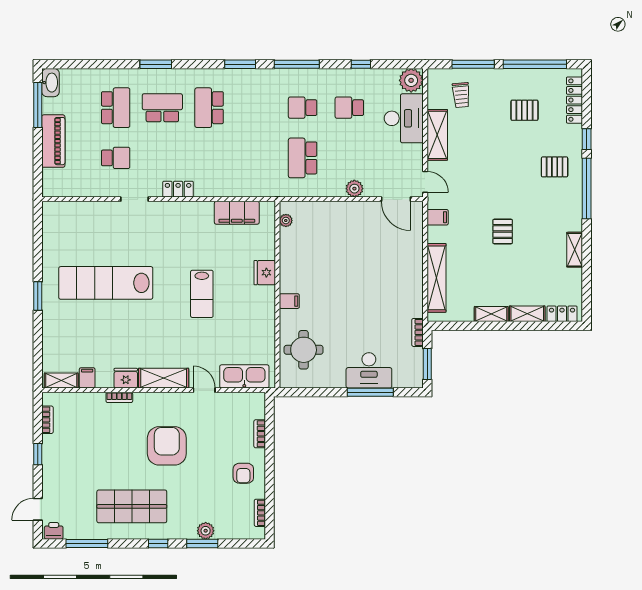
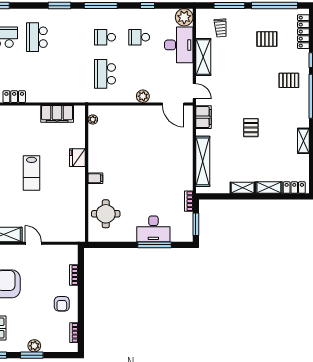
filing cabinet: (438, 217) -> (204, 117), width x2.00
kitchen sink: (244, 376) -> (63, 233), removed

